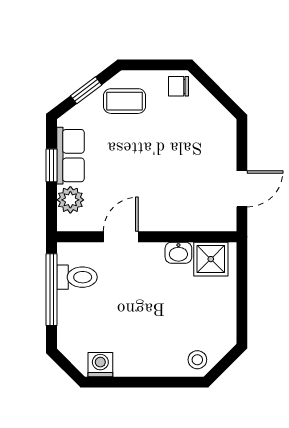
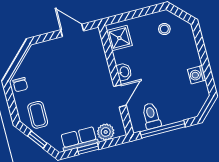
door: (121, 237) -> (120, 96), swing flipped
washbasin: (178, 253) -> (124, 72), moved
stool: (197, 360) -> (164, 29), moved
washing machine: (100, 365) -> (197, 75), moved

